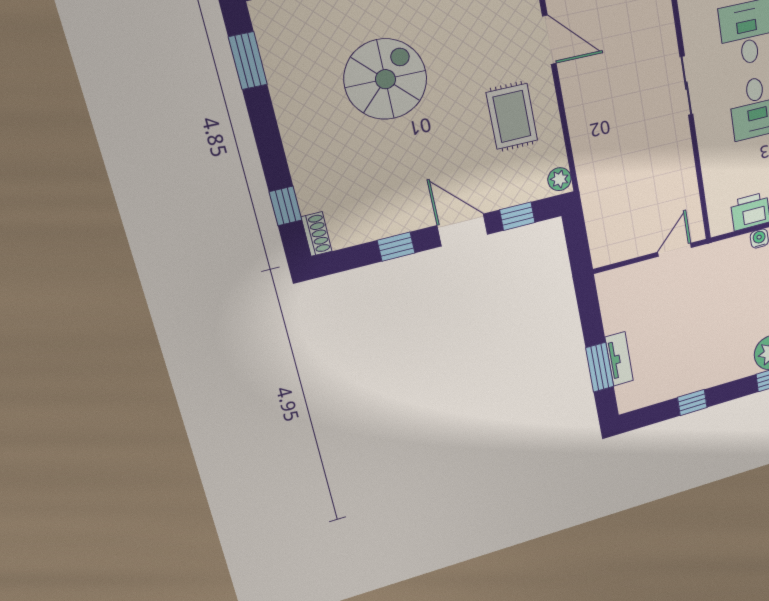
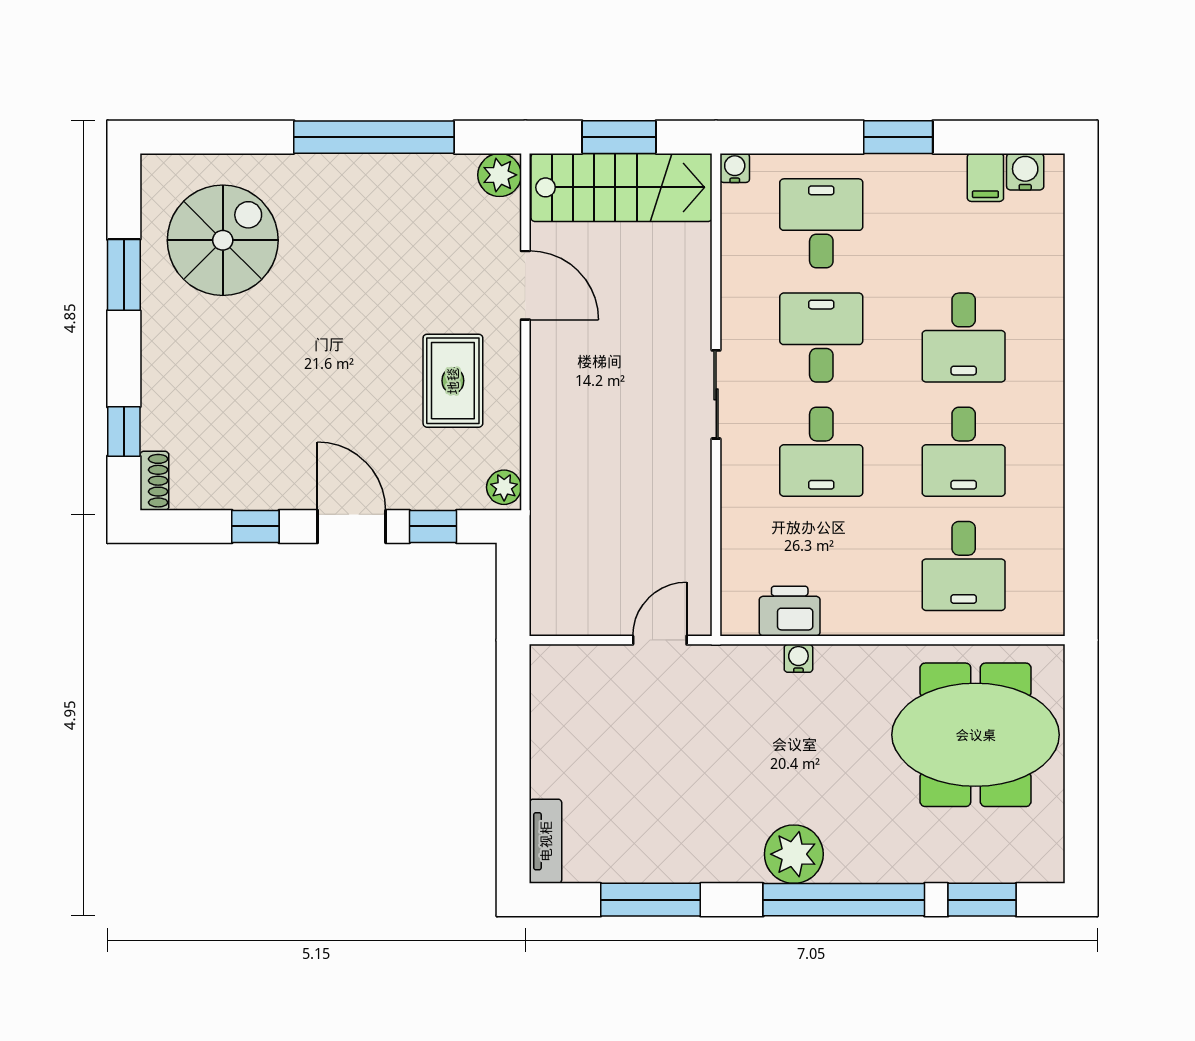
window: (248, 61) -> (124, 275), moved
spiral stairs: (385, 79) -> (223, 240), moved
tv unit: (619, 359) -> (546, 841), moved
window: (600, 367) -> (513, 795), removed
window: (692, 403) -> (651, 900), width x2.17

